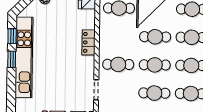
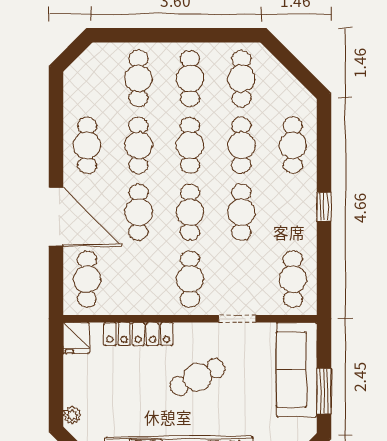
locker: (88, 42) -> (138, 334), width x1.53
cafe table: (65, 68) -> (197, 377), added

